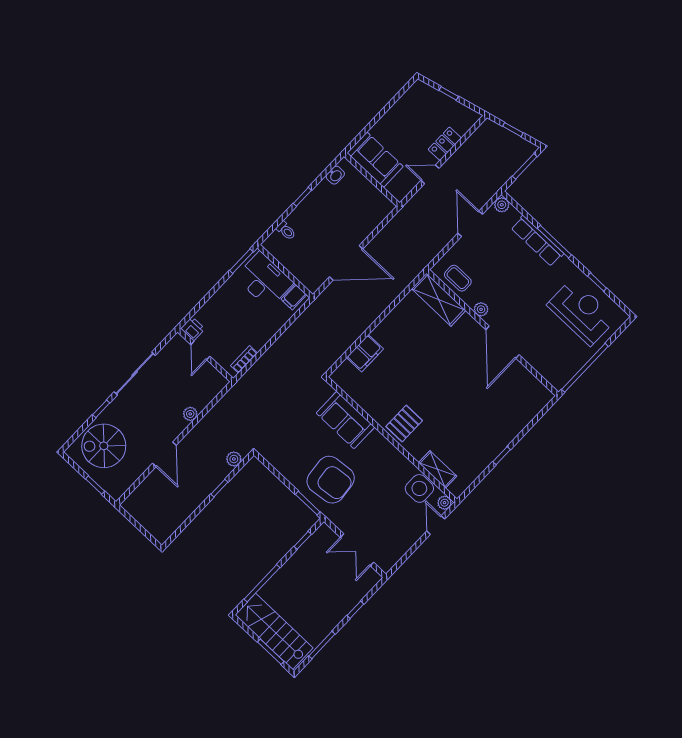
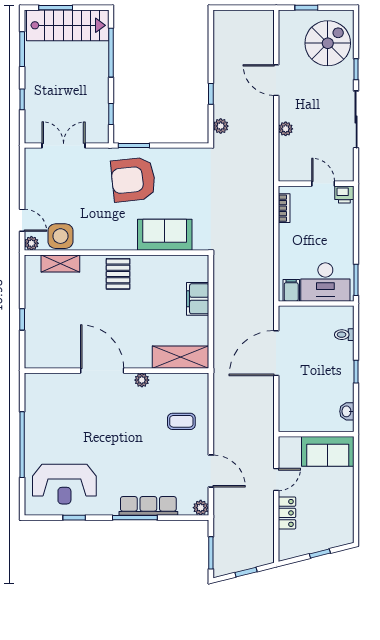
shelving: (439, 300) -> (180, 357), moved
plant: (481, 309) -> (142, 380), moved
wall: (493, 333) -> (116, 371), moved
door: (503, 342) -> (102, 371), moved

